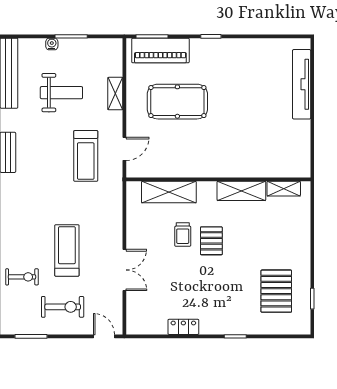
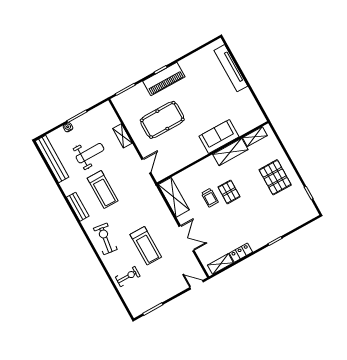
piano: (160, 50) -> (164, 79), moved
treadmill: (86, 156) -> (103, 189), moved
sofa: (238, 163) -> (219, 136), added
shelving: (169, 192) -> (174, 197), moved, turned 90
treadmill: (67, 250) -> (146, 246), turned 180
pallet: (276, 291) -> (275, 177), moved
exercise bike: (63, 307) -> (105, 239), moved, turned -82
shelving: (149, 327) -> (220, 264), added

